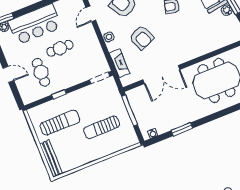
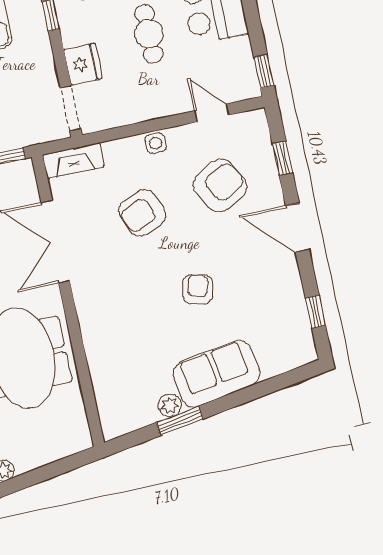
fireplace: (119, 63) -> (73, 161), moved
fridge: (79, 76) -> (83, 64), added

